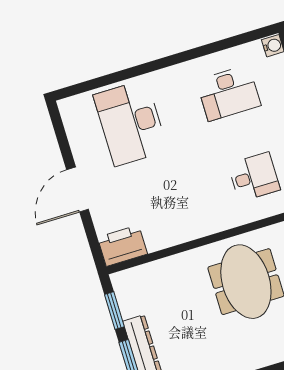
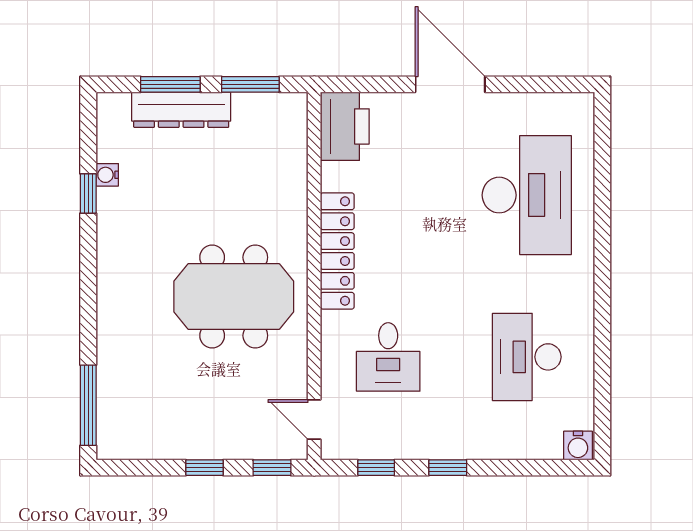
desk: (131, 123) -> (527, 195), turned 90
locker: (199, 227) -> (337, 251), added

